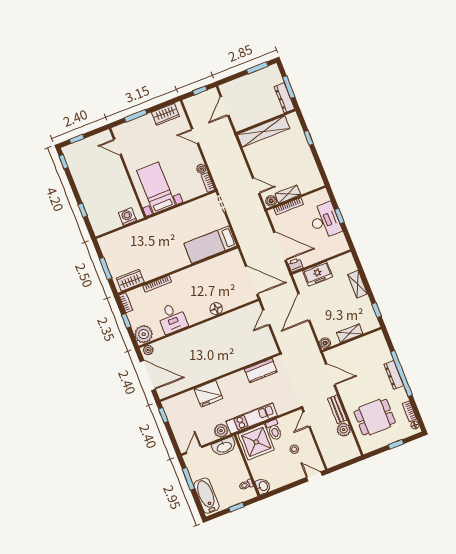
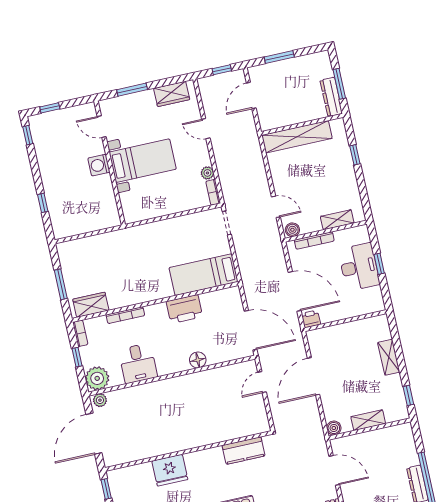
window: (257, 68) -> (279, 57), moved
bed with nightstands: (156, 188) -> (143, 161), moved, turned 90
shelving: (288, 194) -> (337, 220), moved
washing machine: (127, 217) -> (99, 165), moved, turned -90
printer: (200, 272) -> (184, 309), added
freezer: (318, 274) -> (338, 335), removed
door: (148, 376) -> (94, 434), swing flipped

